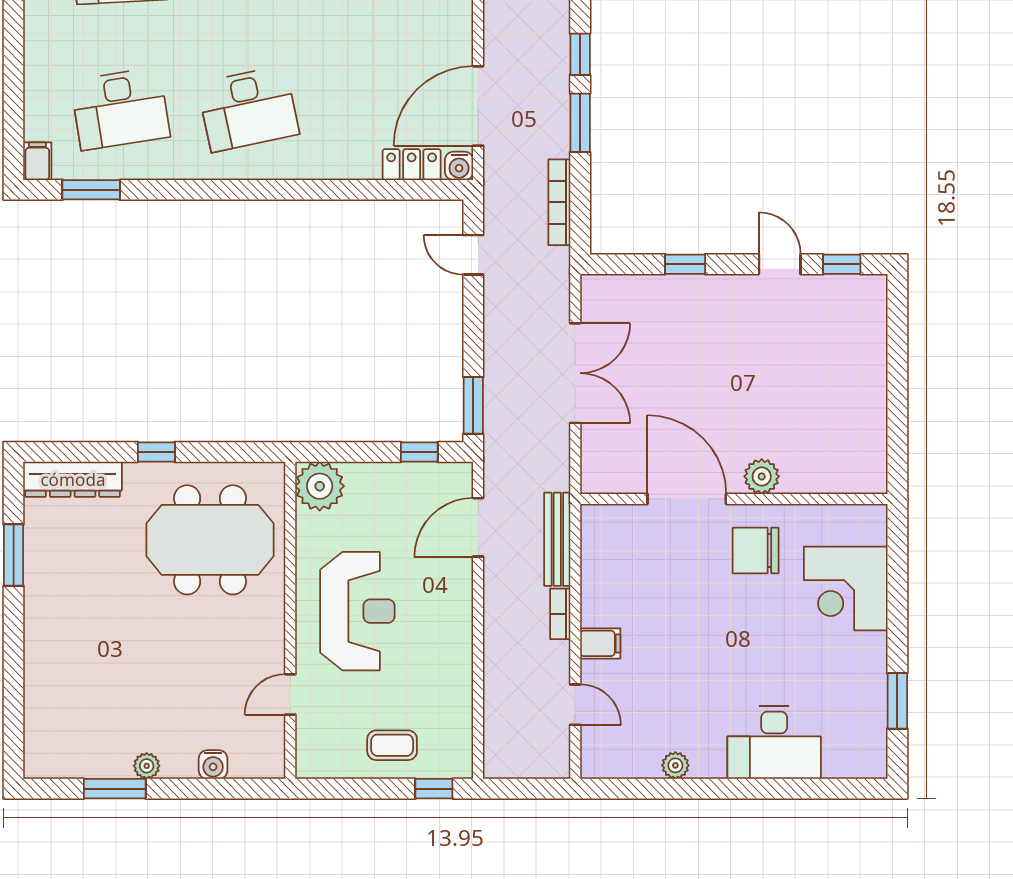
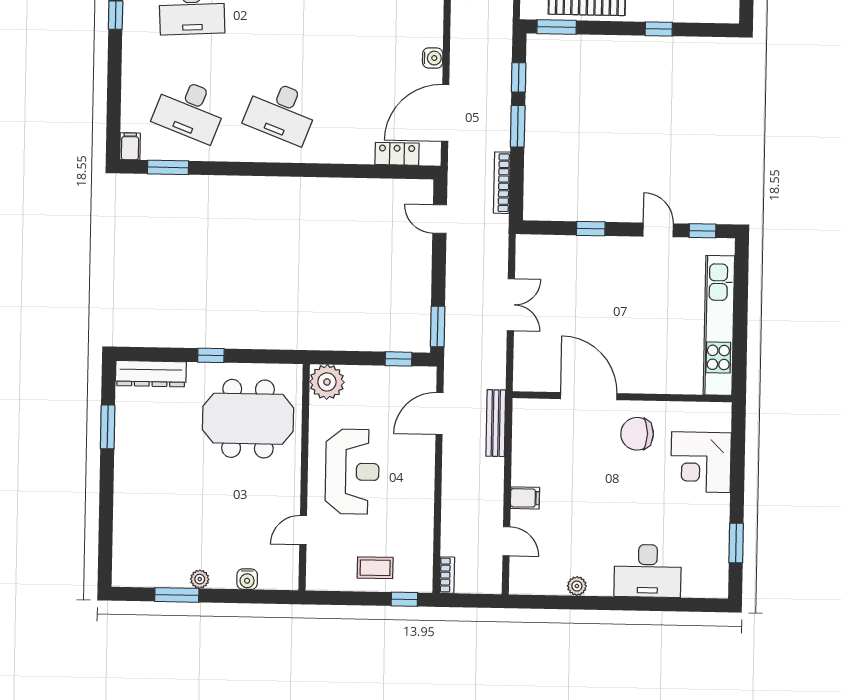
desk: (120, 109) -> (190, 110), turned 30
desk: (248, 109) -> (281, 112), turned 33
water cooler: (459, 166) -> (433, 58), moved, turned -90
double door: (575, 373) -> (511, 305), width x0.73
kitchen unit: (867, 396) -> (719, 325), added
plant: (762, 476) -> (642, 381), removed
bookcase: (560, 614) -> (447, 575), moved, turned 180

